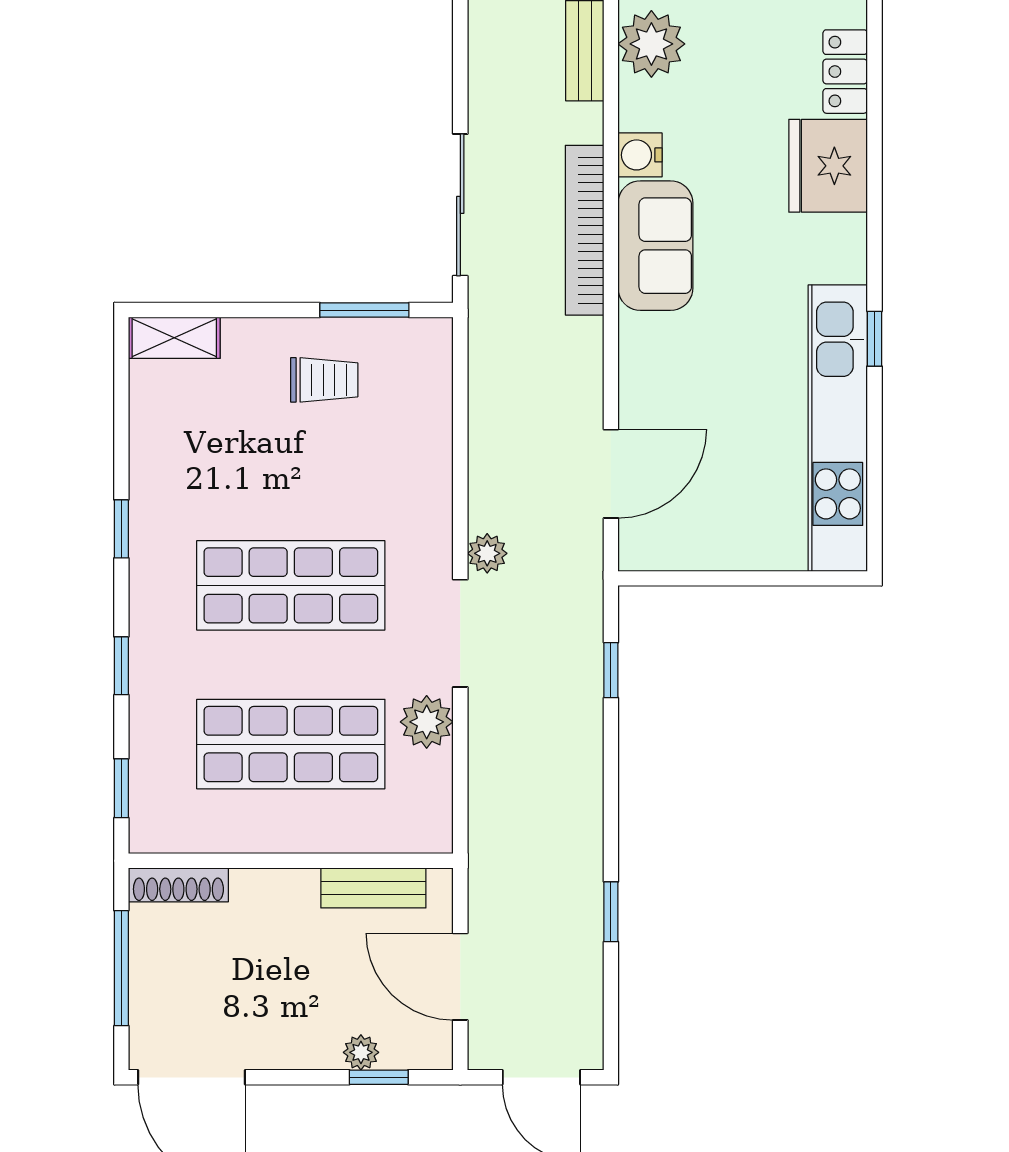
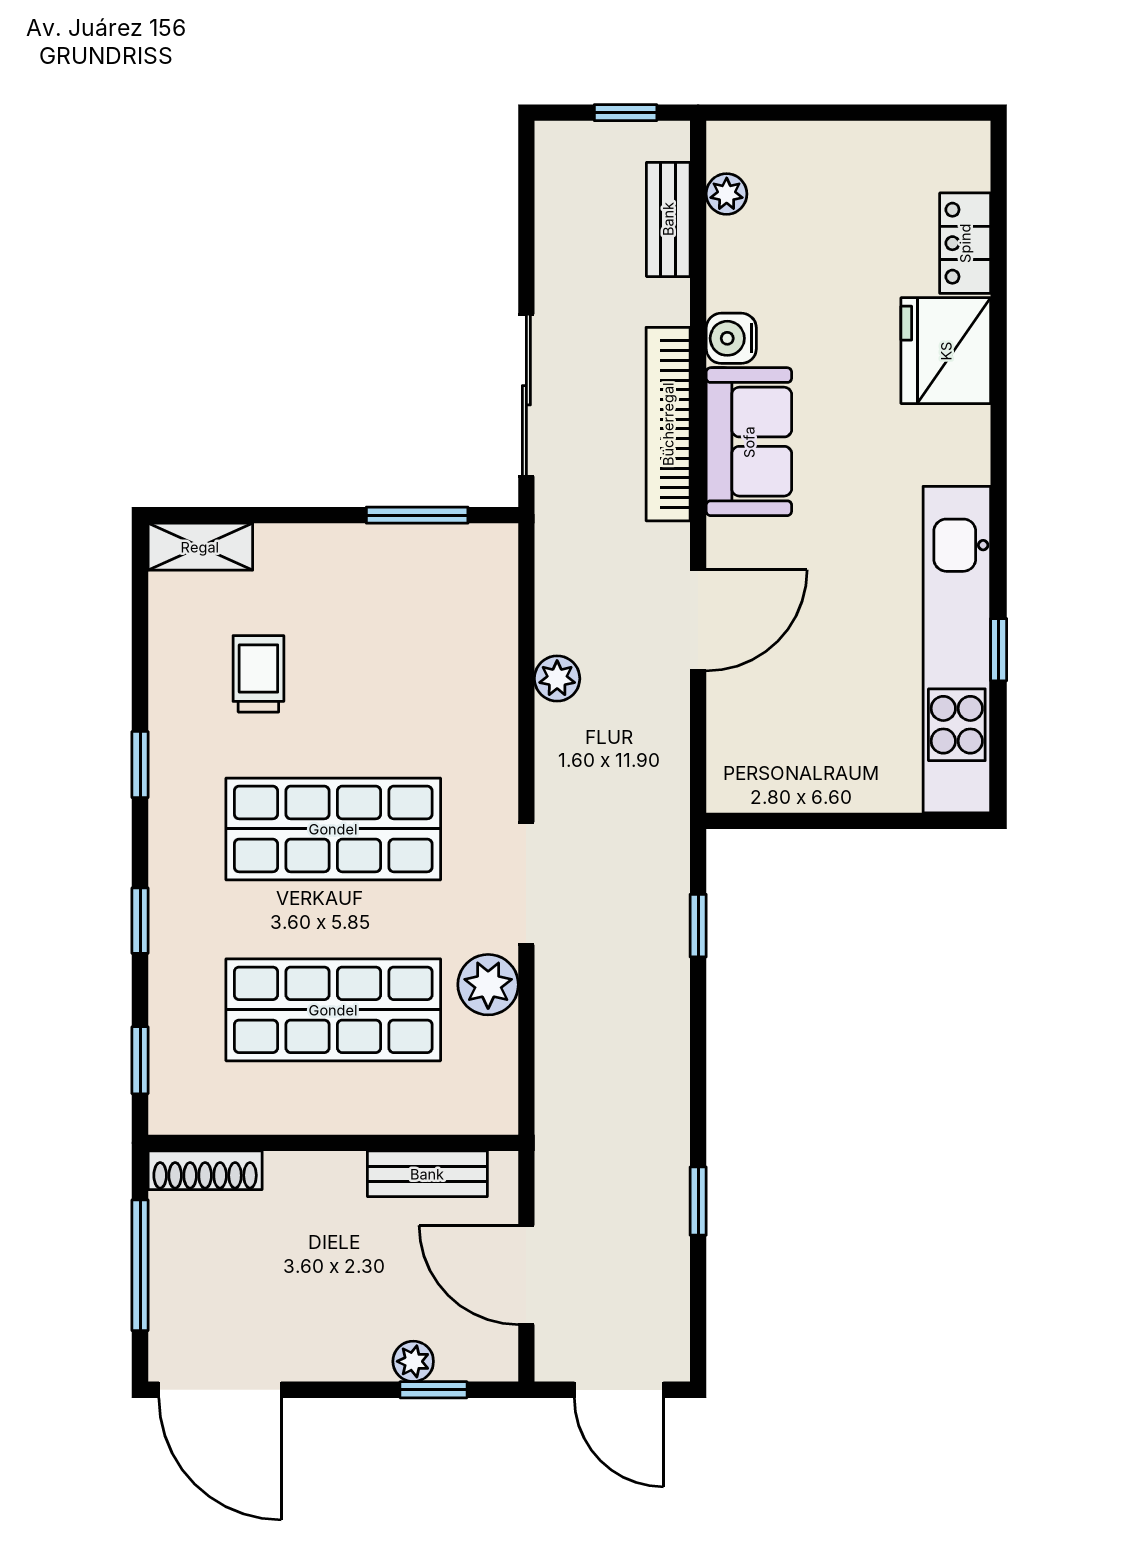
plant: (651, 44) -> (727, 194), width x0.53, depth x0.53
window: (874, 339) -> (999, 650), moved
trolley: (324, 380) -> (258, 674), moved, turned -90
door: (611, 474) -> (698, 620), moved
plant: (487, 553) -> (557, 679), moved

